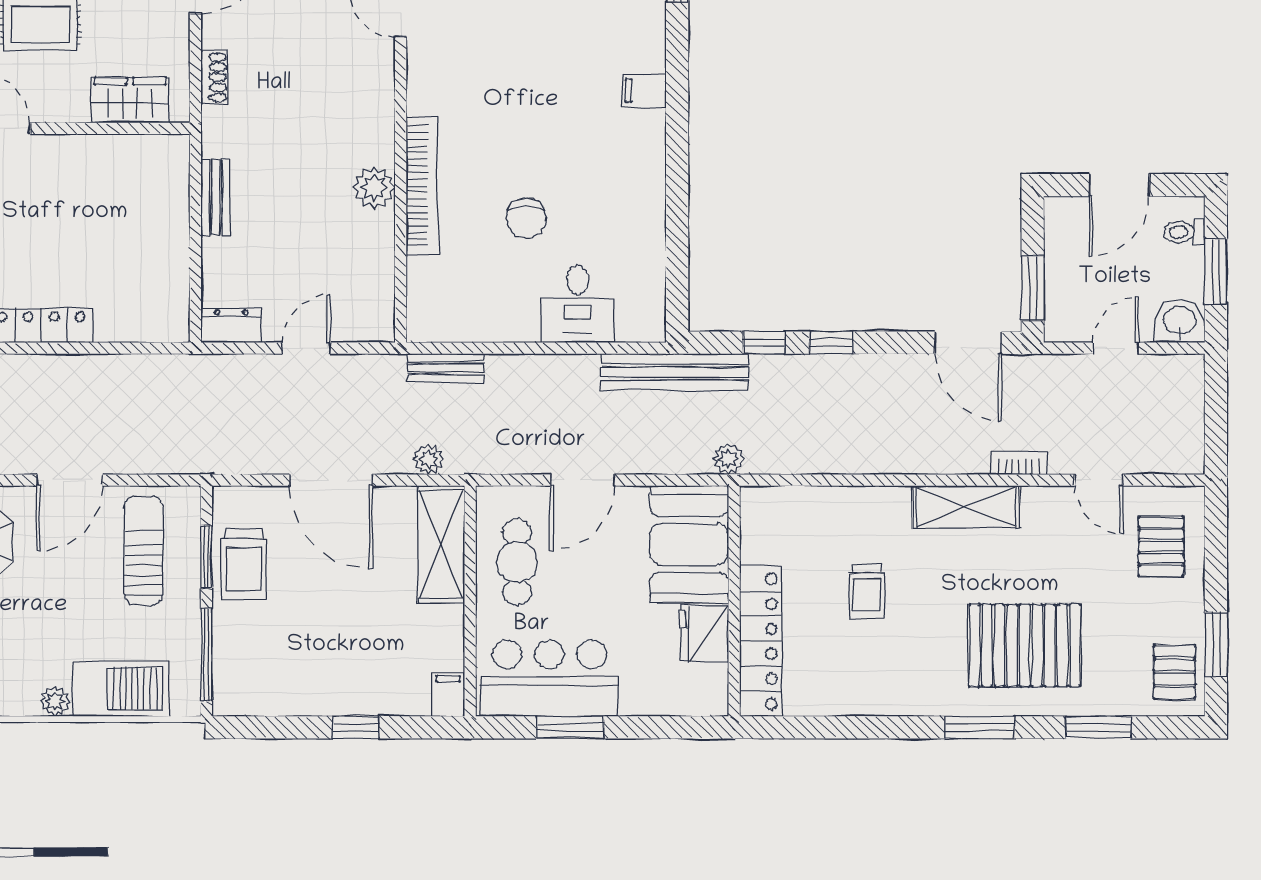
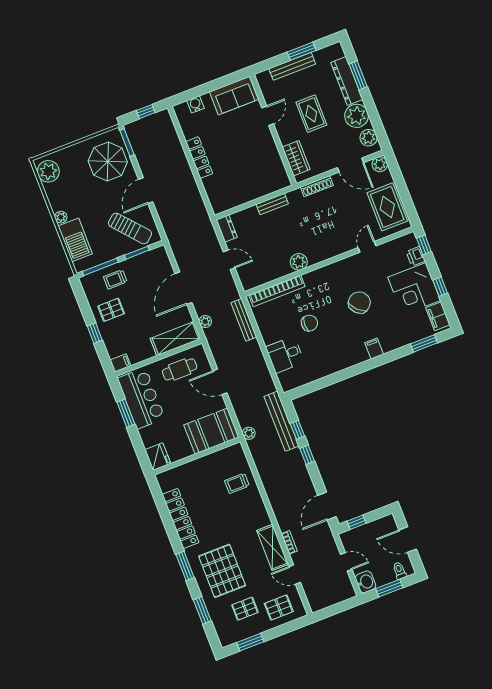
shoe rack: (214, 77) -> (317, 186), width x1.43
chair: (523, 83) -> (359, 303), added
bookcase: (422, 186) -> (277, 291), moved
chair: (526, 218) -> (309, 323), turned 180
window: (1033, 288) -> (357, 522), width x0.67
bench: (446, 368) -> (244, 320), width x1.36
bench: (675, 372) -> (281, 421), moved
door: (70, 480) -> (146, 191), hinge flipped
door: (1099, 480) -> (295, 575), hinge flipped
shelving: (966, 507) -> (272, 547), moved
sun lounger: (144, 551) -> (130, 228), turned 49
trolley: (244, 564) -> (115, 279), moved, width x0.73, depth x0.72
trolley: (867, 592) -> (237, 483), moved
fridge: (704, 634) -> (158, 457), moved, turned 90
locker: (761, 641) -> (180, 519), moved, turned -90
pallet: (316, 668) -> (111, 310), added
pallet: (1174, 672) -> (245, 609), moved

